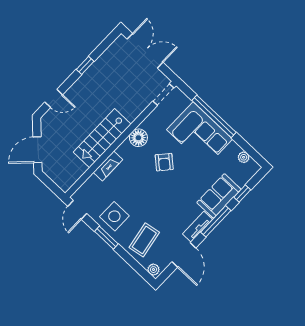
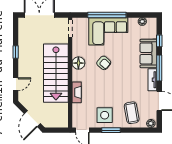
stairs: (102, 138) -> (56, 73), width x1.36, depth x1.51

